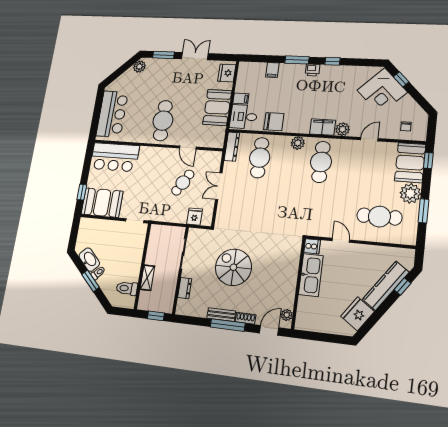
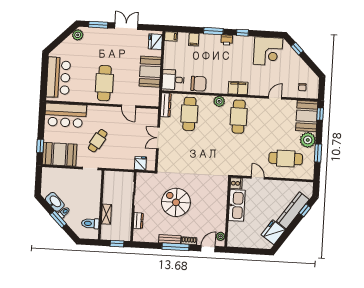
corner desk: (382, 91) -> (268, 51), moved, turned -45
filing cabinet: (241, 98) -> (171, 36), moved
plant: (343, 129) -> (254, 90), removed
cafe table: (183, 183) -> (98, 141), moved

